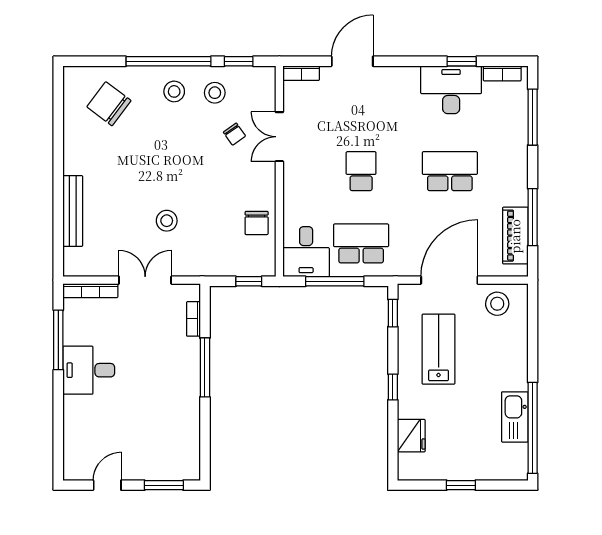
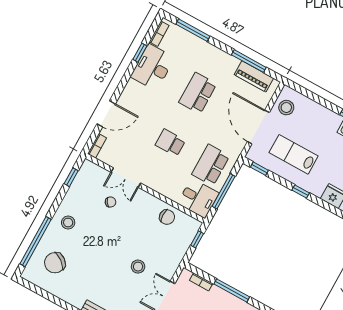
window: (168, 61) -> (36, 242), moved
door: (352, 61) -> (106, 114), swing flipped
stool: (215, 93) -> (81, 200), removed

